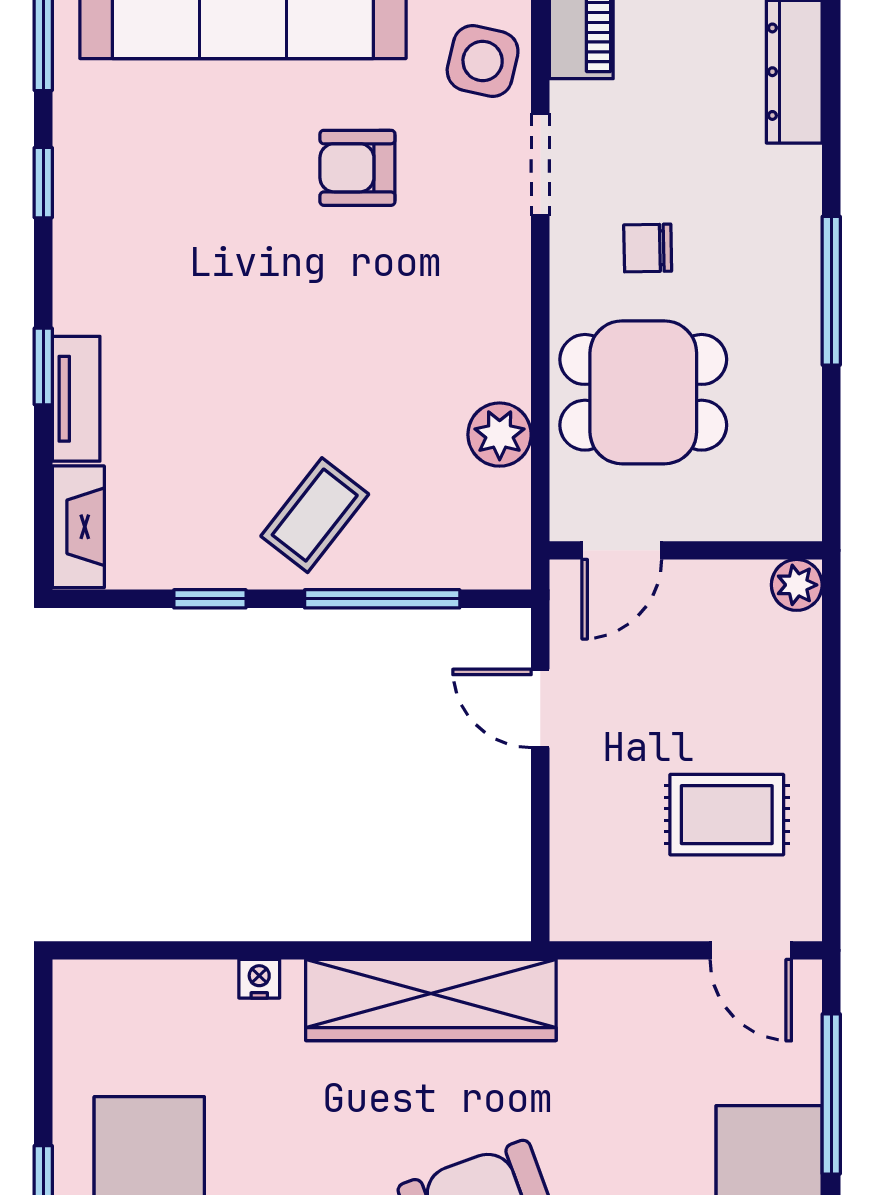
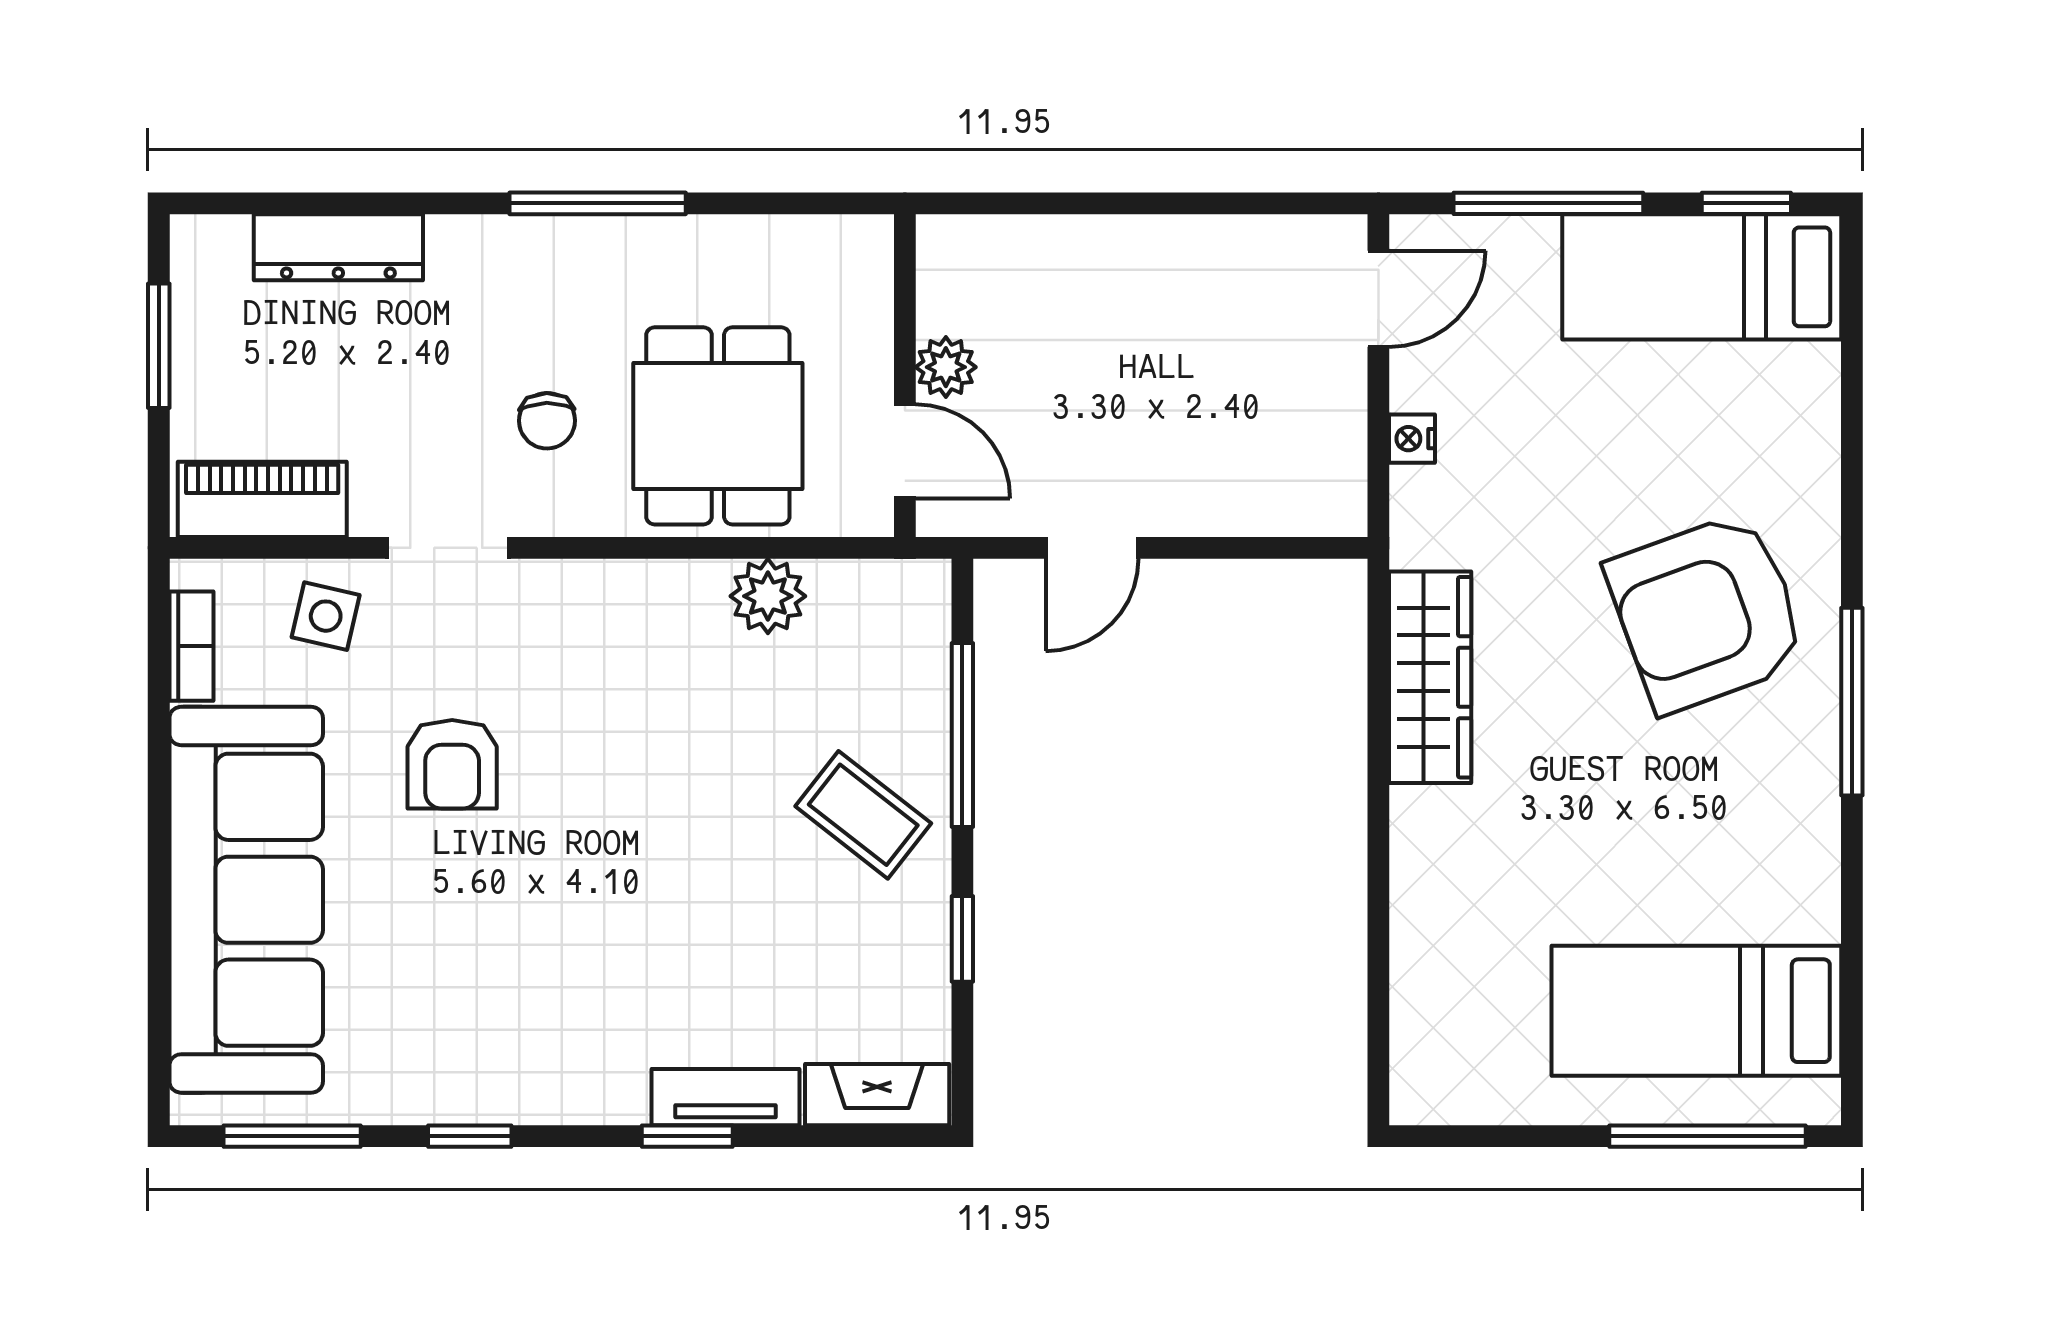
side table: (483, 61) -> (326, 616), width x0.73, depth x0.73
plant: (797, 585) -> (946, 367), moved
rug: (727, 815) -> (1218, 327), removed
nightstand: (259, 979) -> (1412, 439), moved
wardrobe: (431, 1000) -> (1430, 677), width x0.71, depth x0.85

